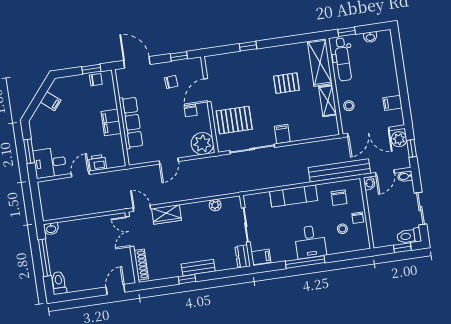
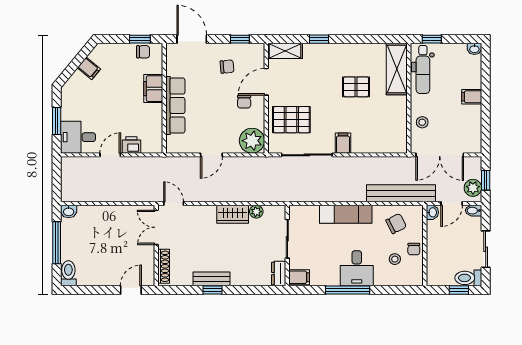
washbasin: (370, 37) -> (474, 49), moved
shelving: (328, 101) -> (285, 51), moved, turned 90
filing cabinet: (393, 103) -> (472, 97), moved
filing cabinet: (111, 122) -> (153, 89), moved
plant: (399, 139) -> (473, 188), moved
chair: (339, 198) -> (396, 224), turned -117
wardrobe: (166, 214) -> (233, 214), moved
bench: (198, 268) -> (211, 279), moved

